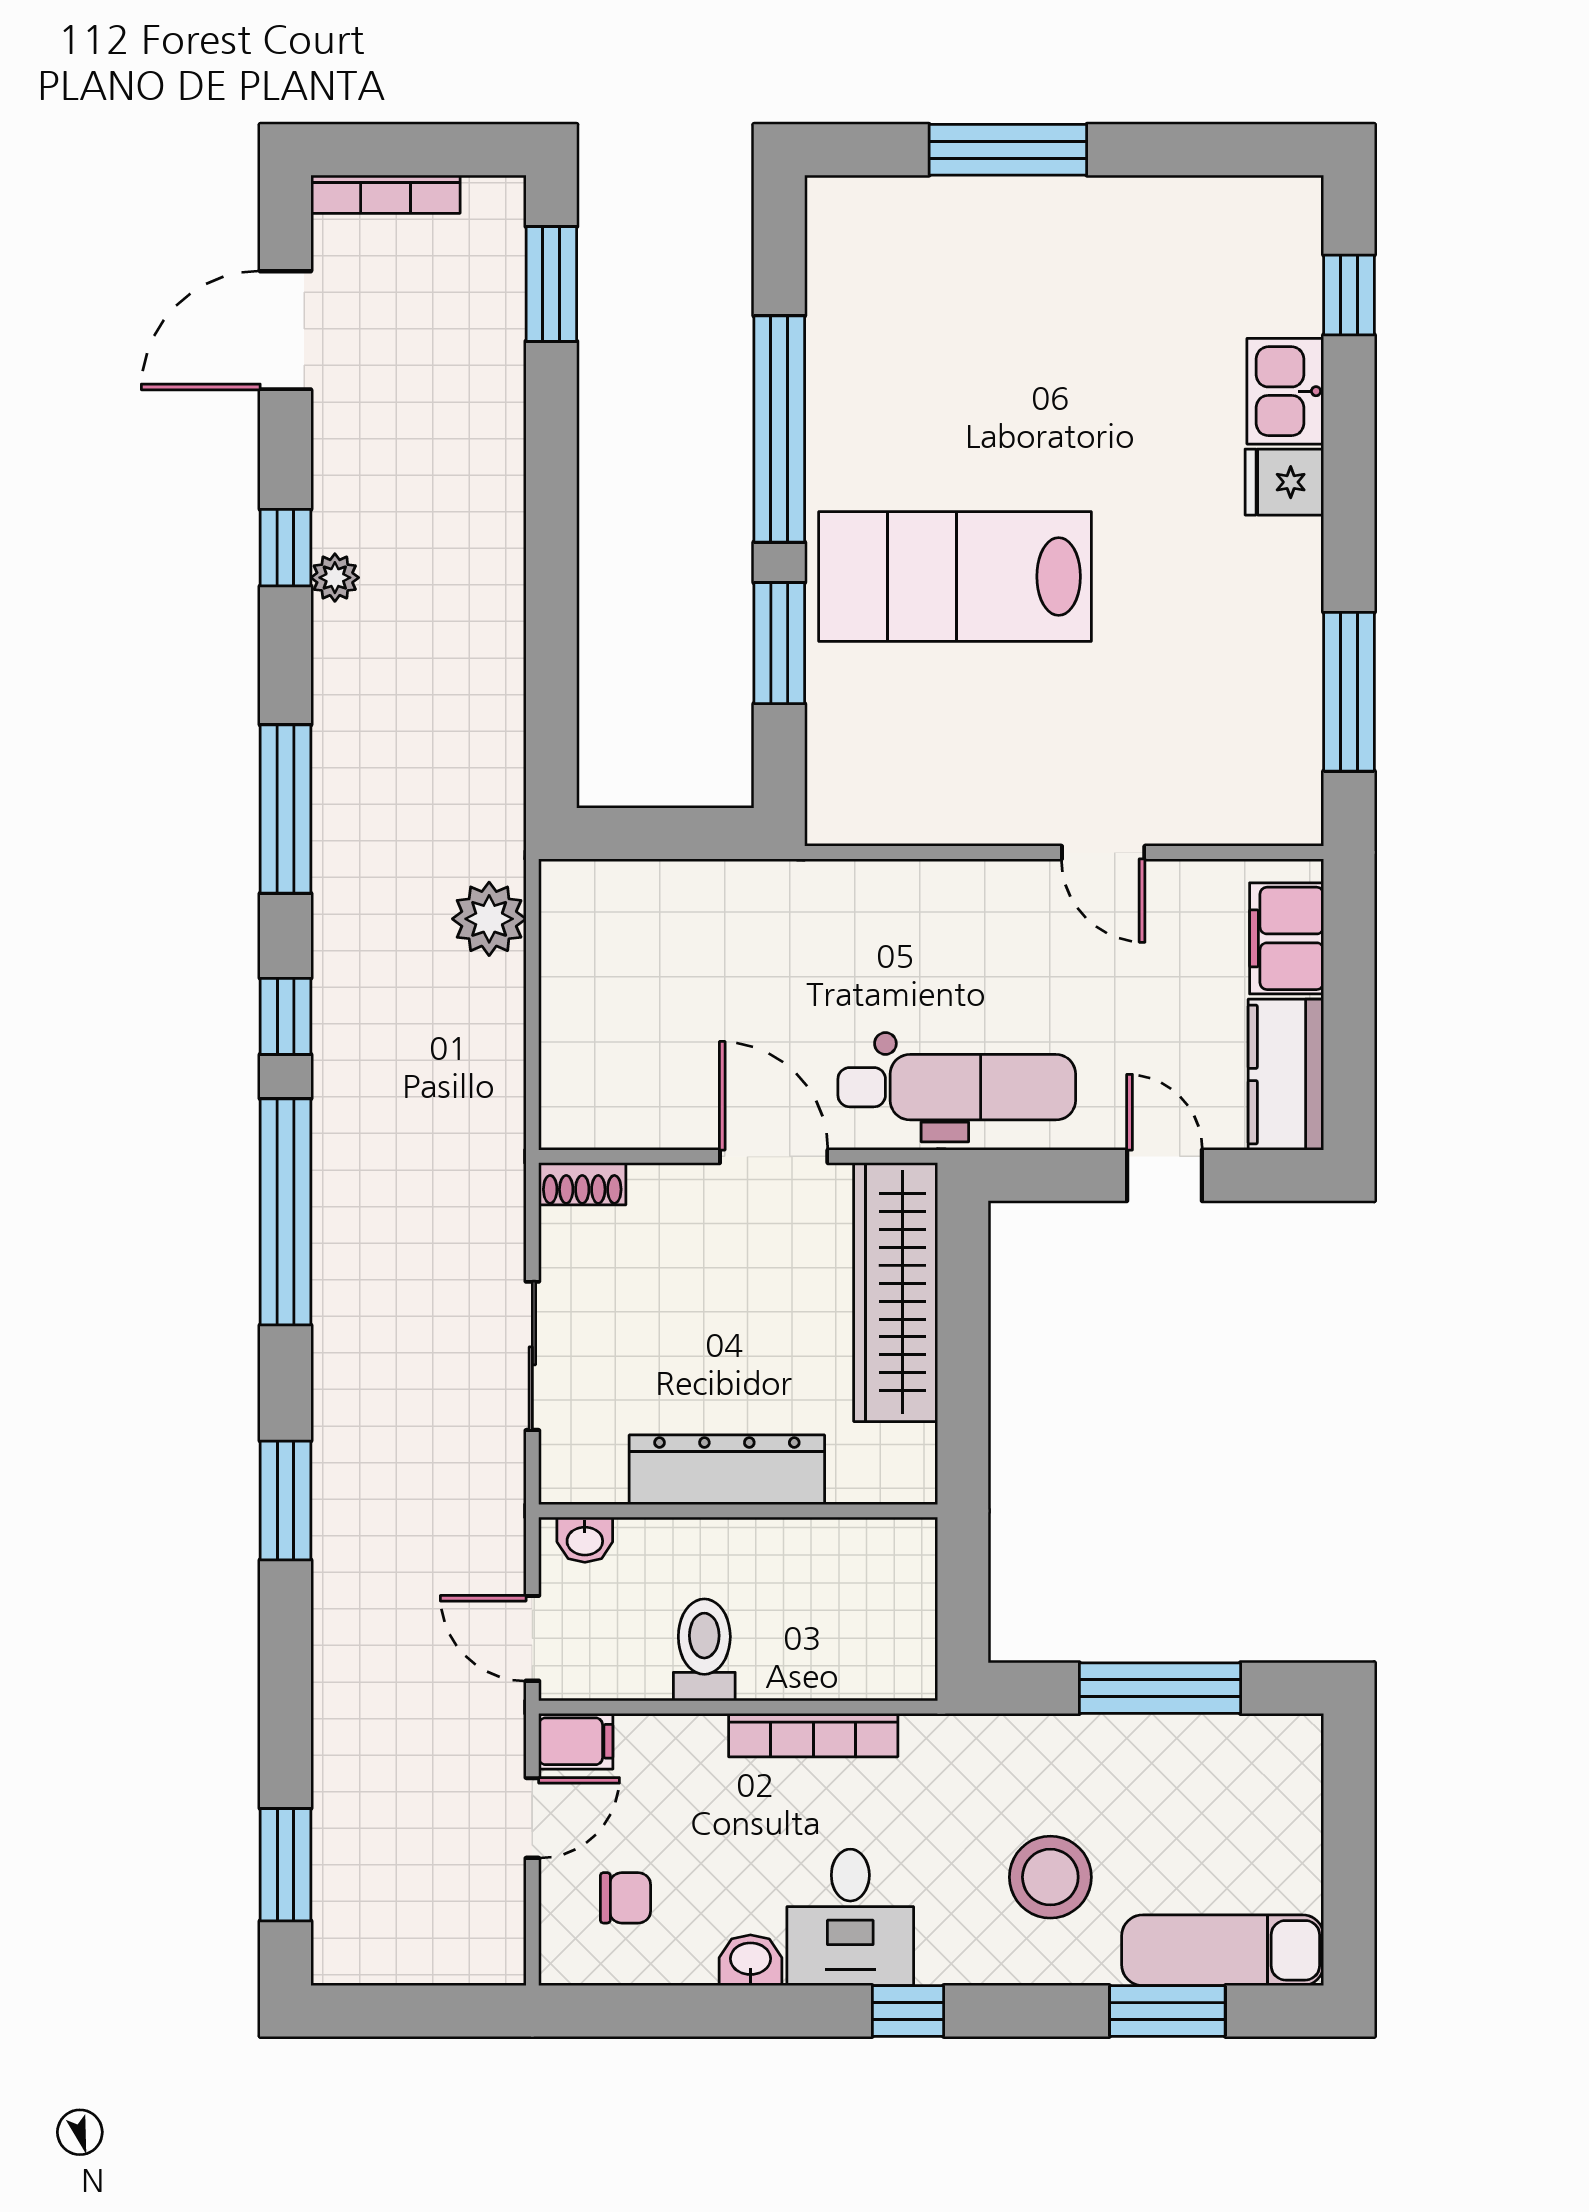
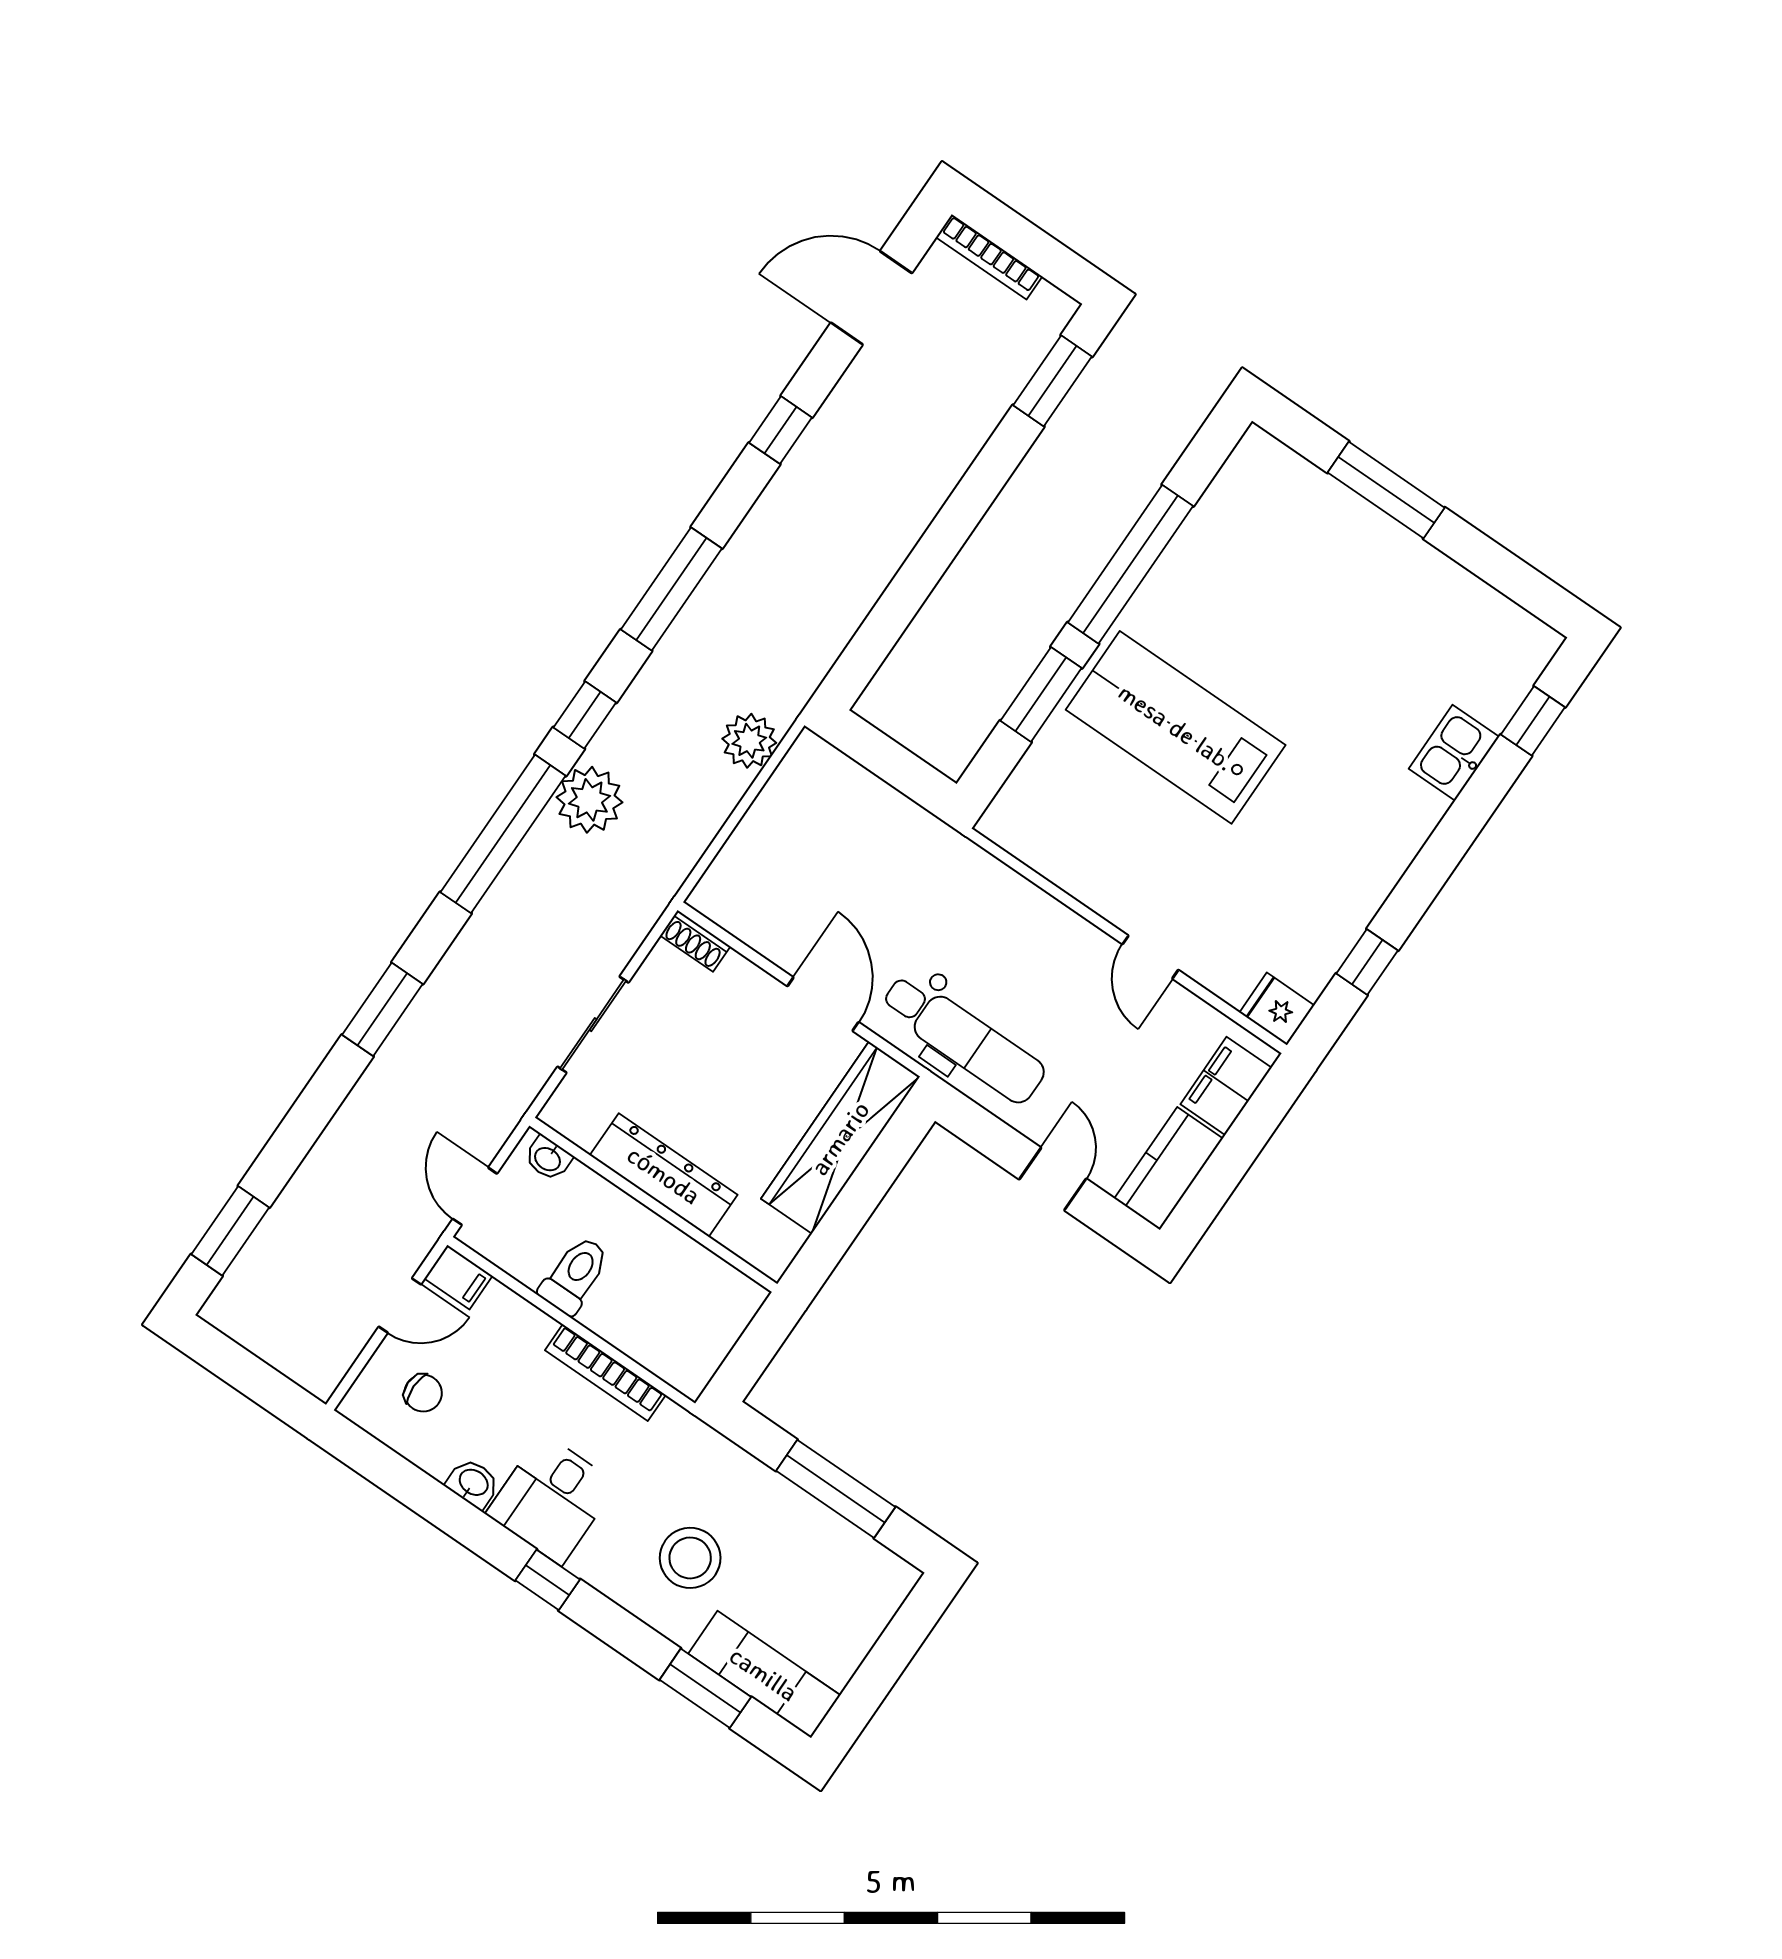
fridge: (1284, 482) -> (1277, 1009), moved
plant: (335, 578) -> (589, 800), moved, width x1.88, depth x1.88
window: (1349, 692) -> (1367, 962), width x0.46

